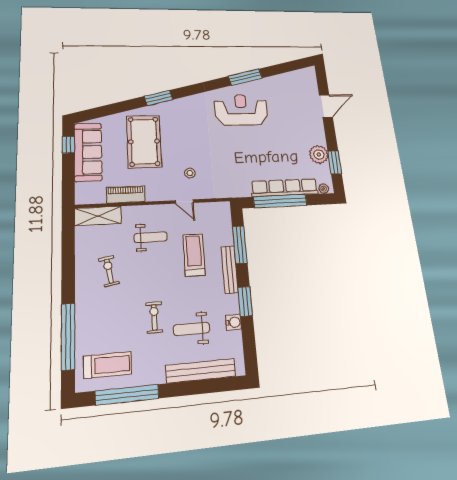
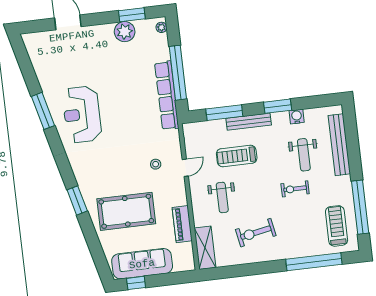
row of seats: (285, 188) -> (167, 95), moved
weight bench: (151, 237) -> (222, 197), turned 180
exercise bike: (109, 271) -> (256, 233), width x1.38, depth x1.39

